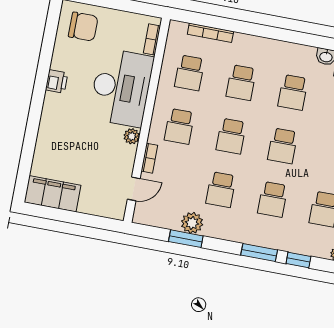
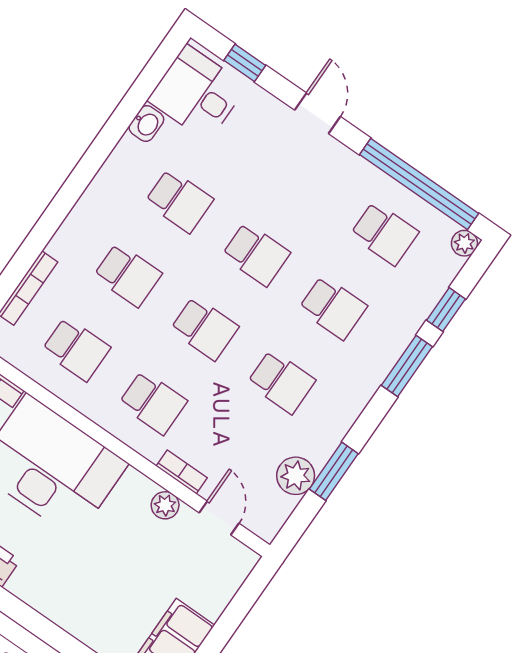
plant: (132, 136) -> (165, 505), moved
plant: (192, 223) -> (296, 476), moved

